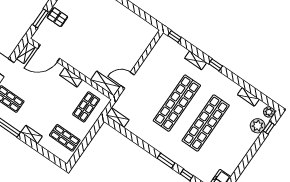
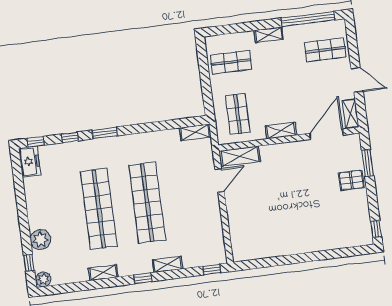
shelving: (248, 97) -> (103, 273), moved
plant: (258, 126) -> (40, 240), moved

